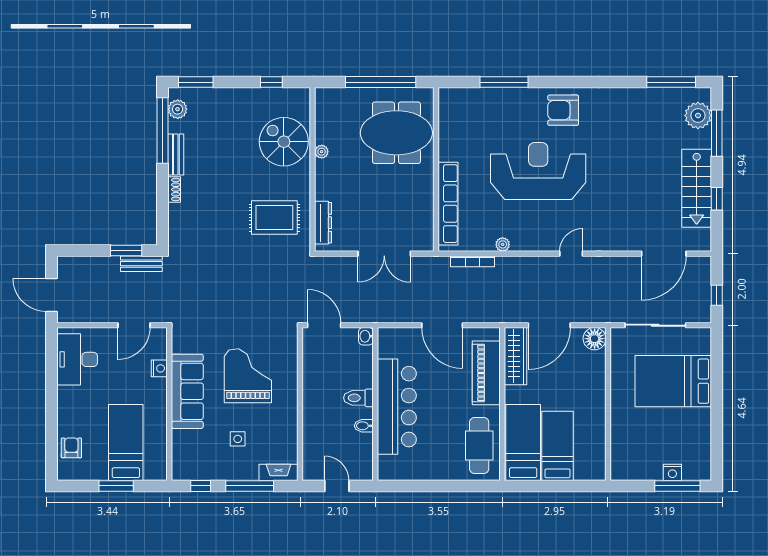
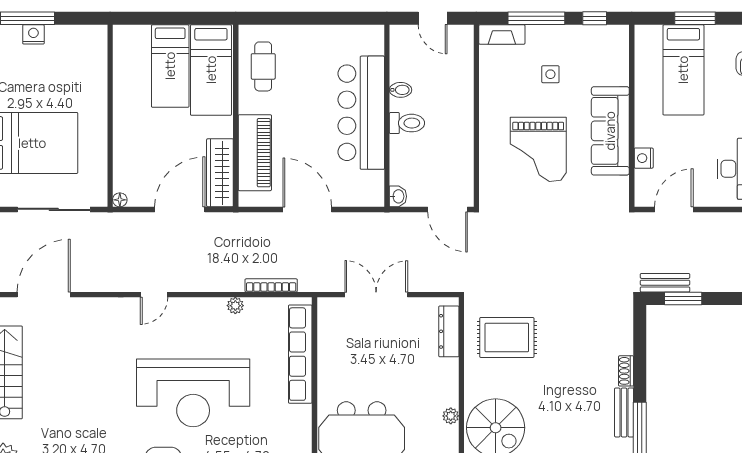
floor lamp: (595, 339) -> (120, 200), width x0.53, depth x0.53
cafe table: (479, 445) -> (263, 66), width x0.73, depth x0.74

